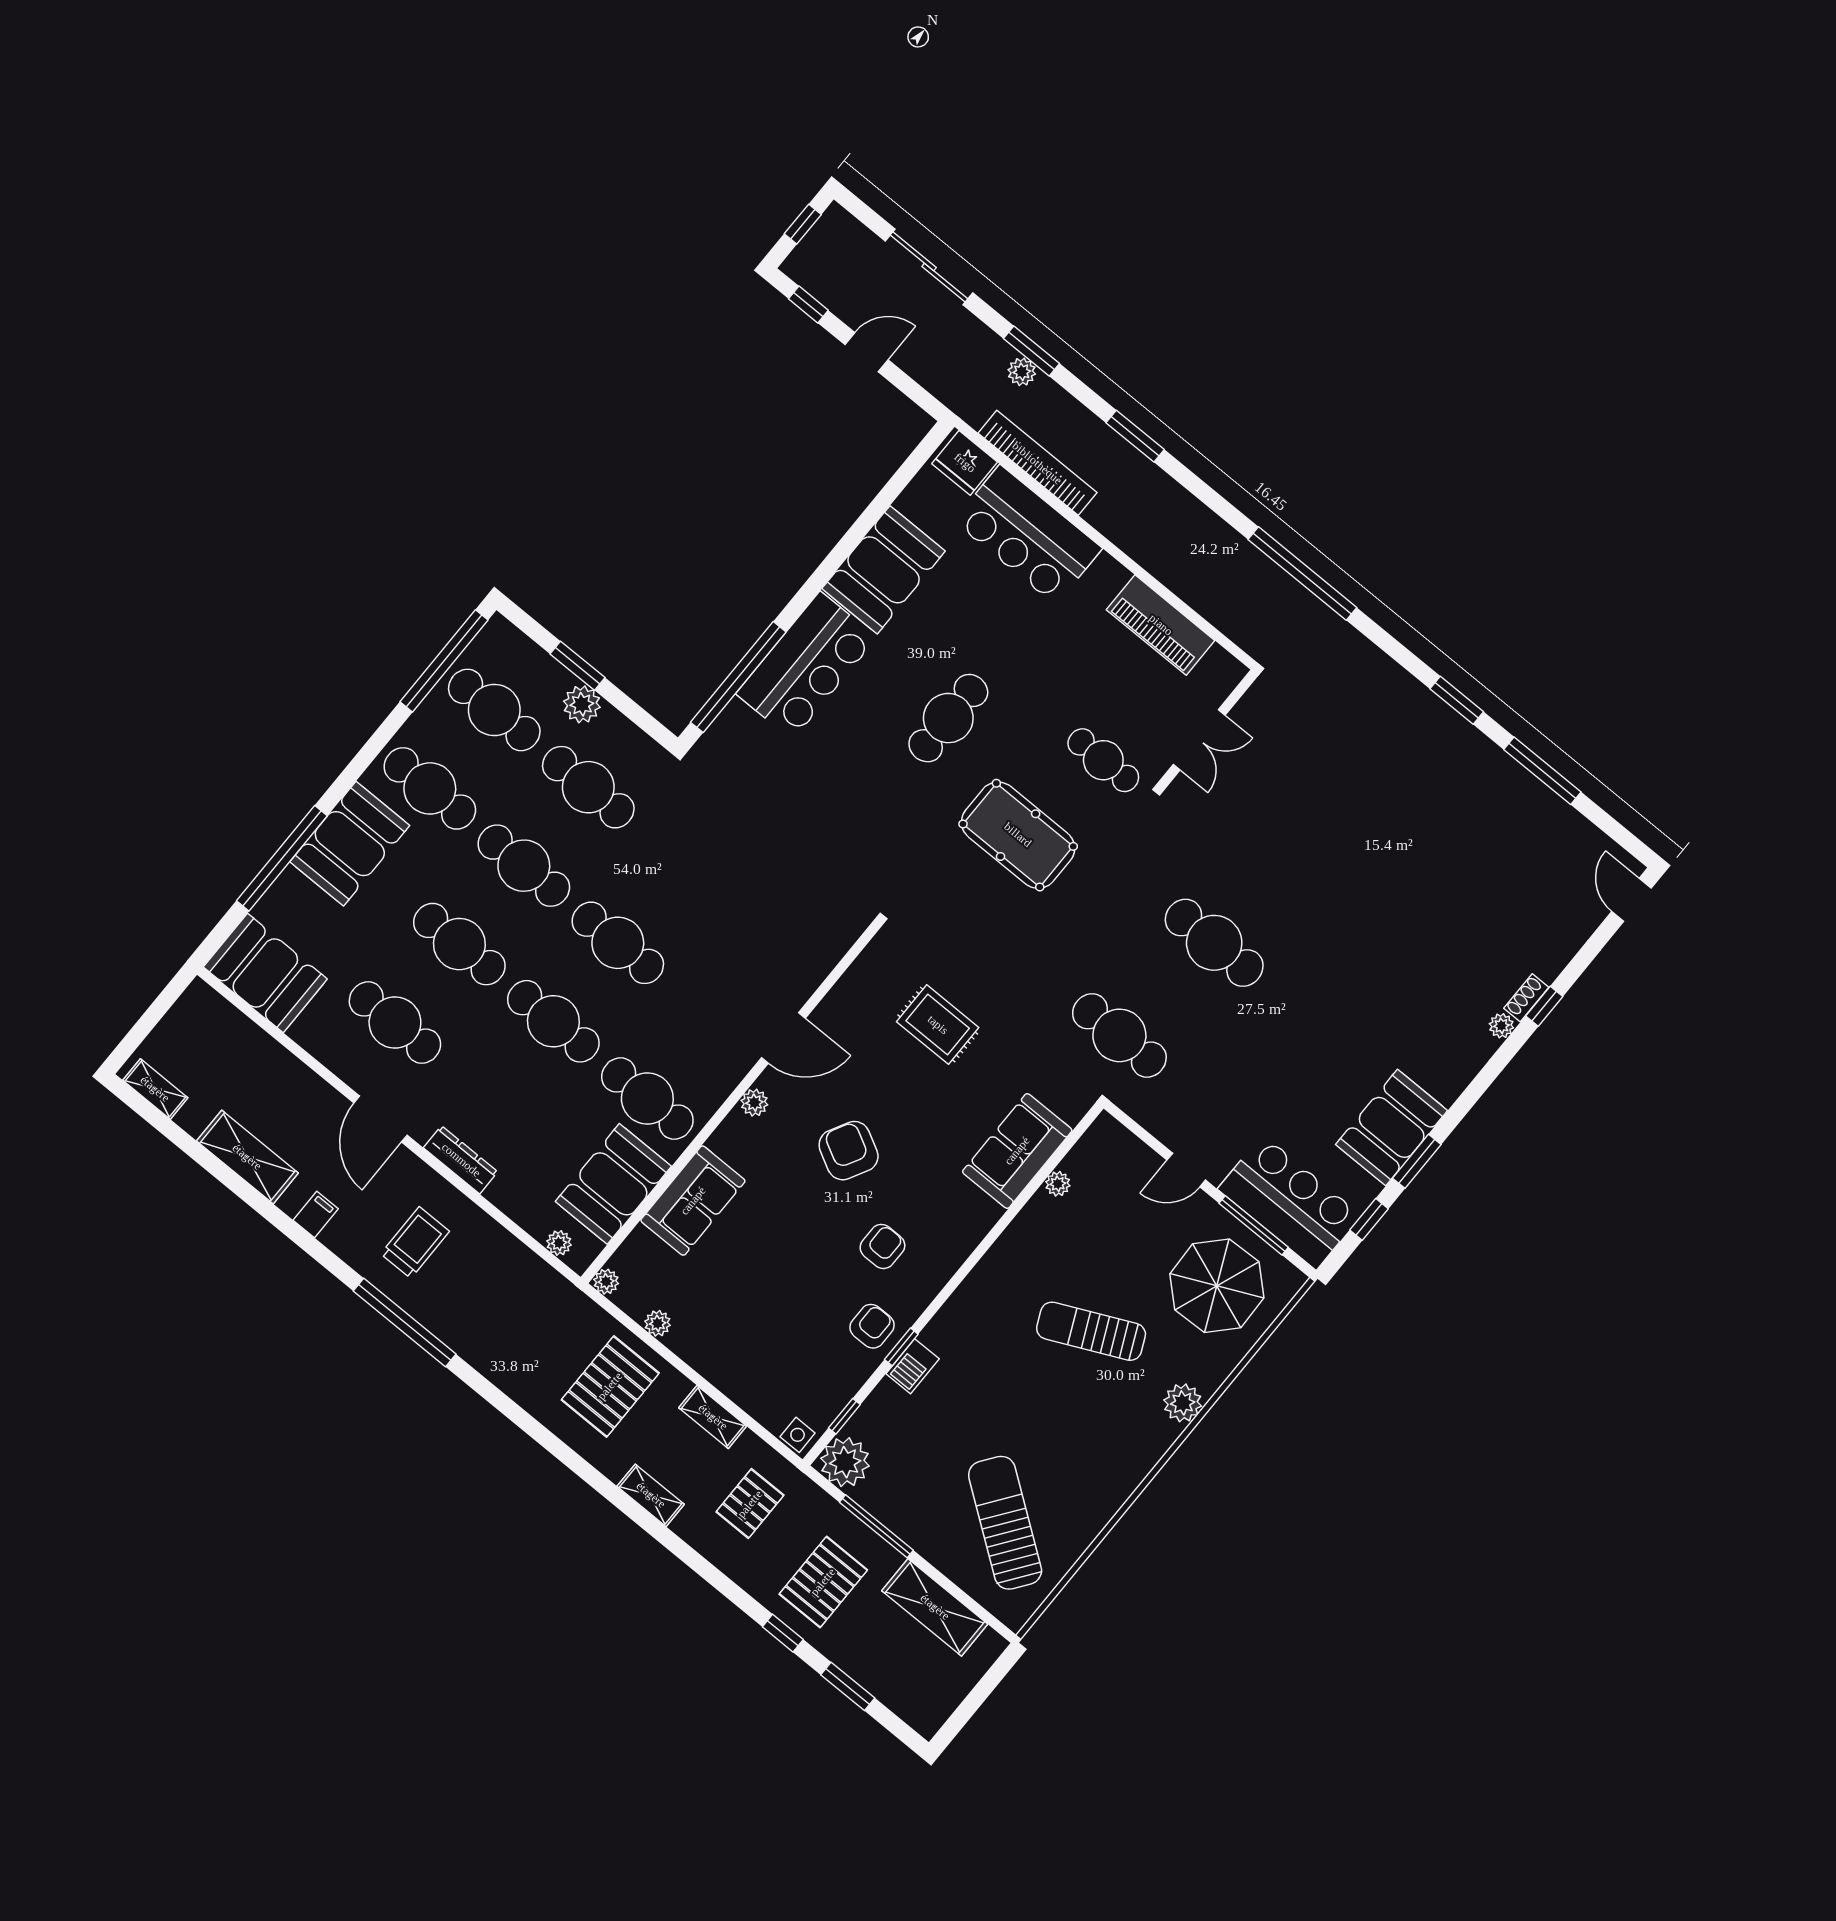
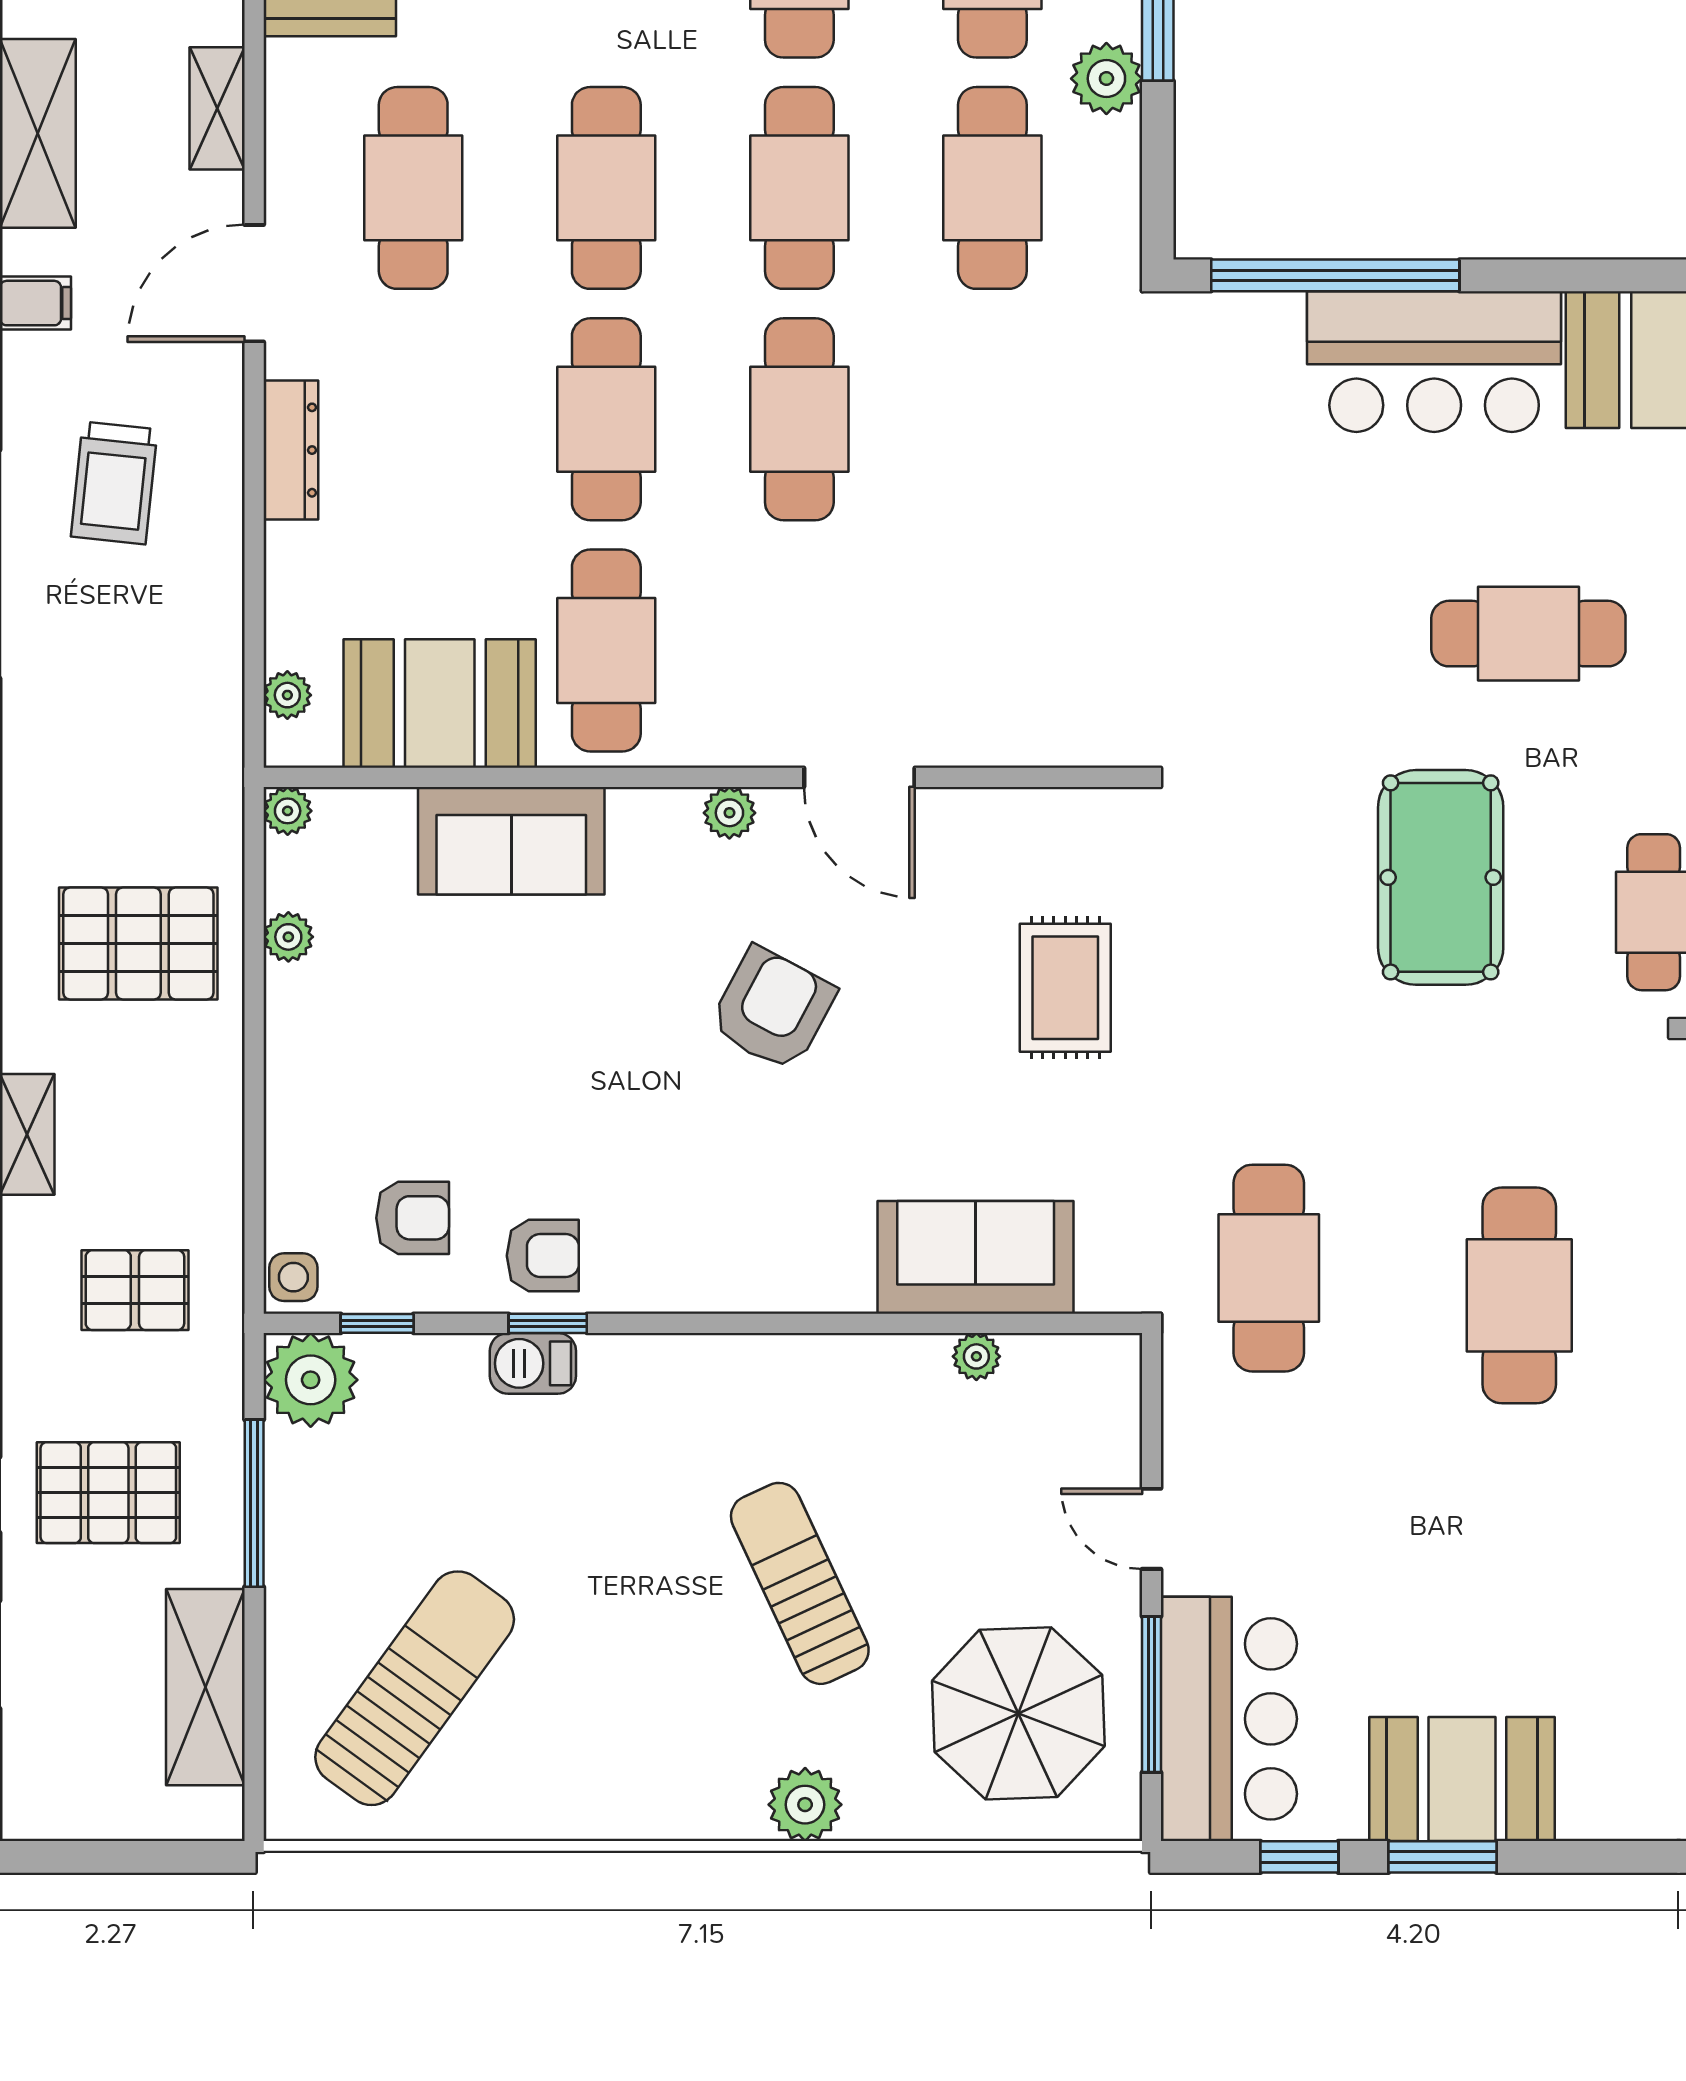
trolley: (415, 1243) -> (114, 483), turned 96
armchair: (882, 1246) -> (413, 1218), moved
shelving: (713, 1417) -> (217, 108), moved

